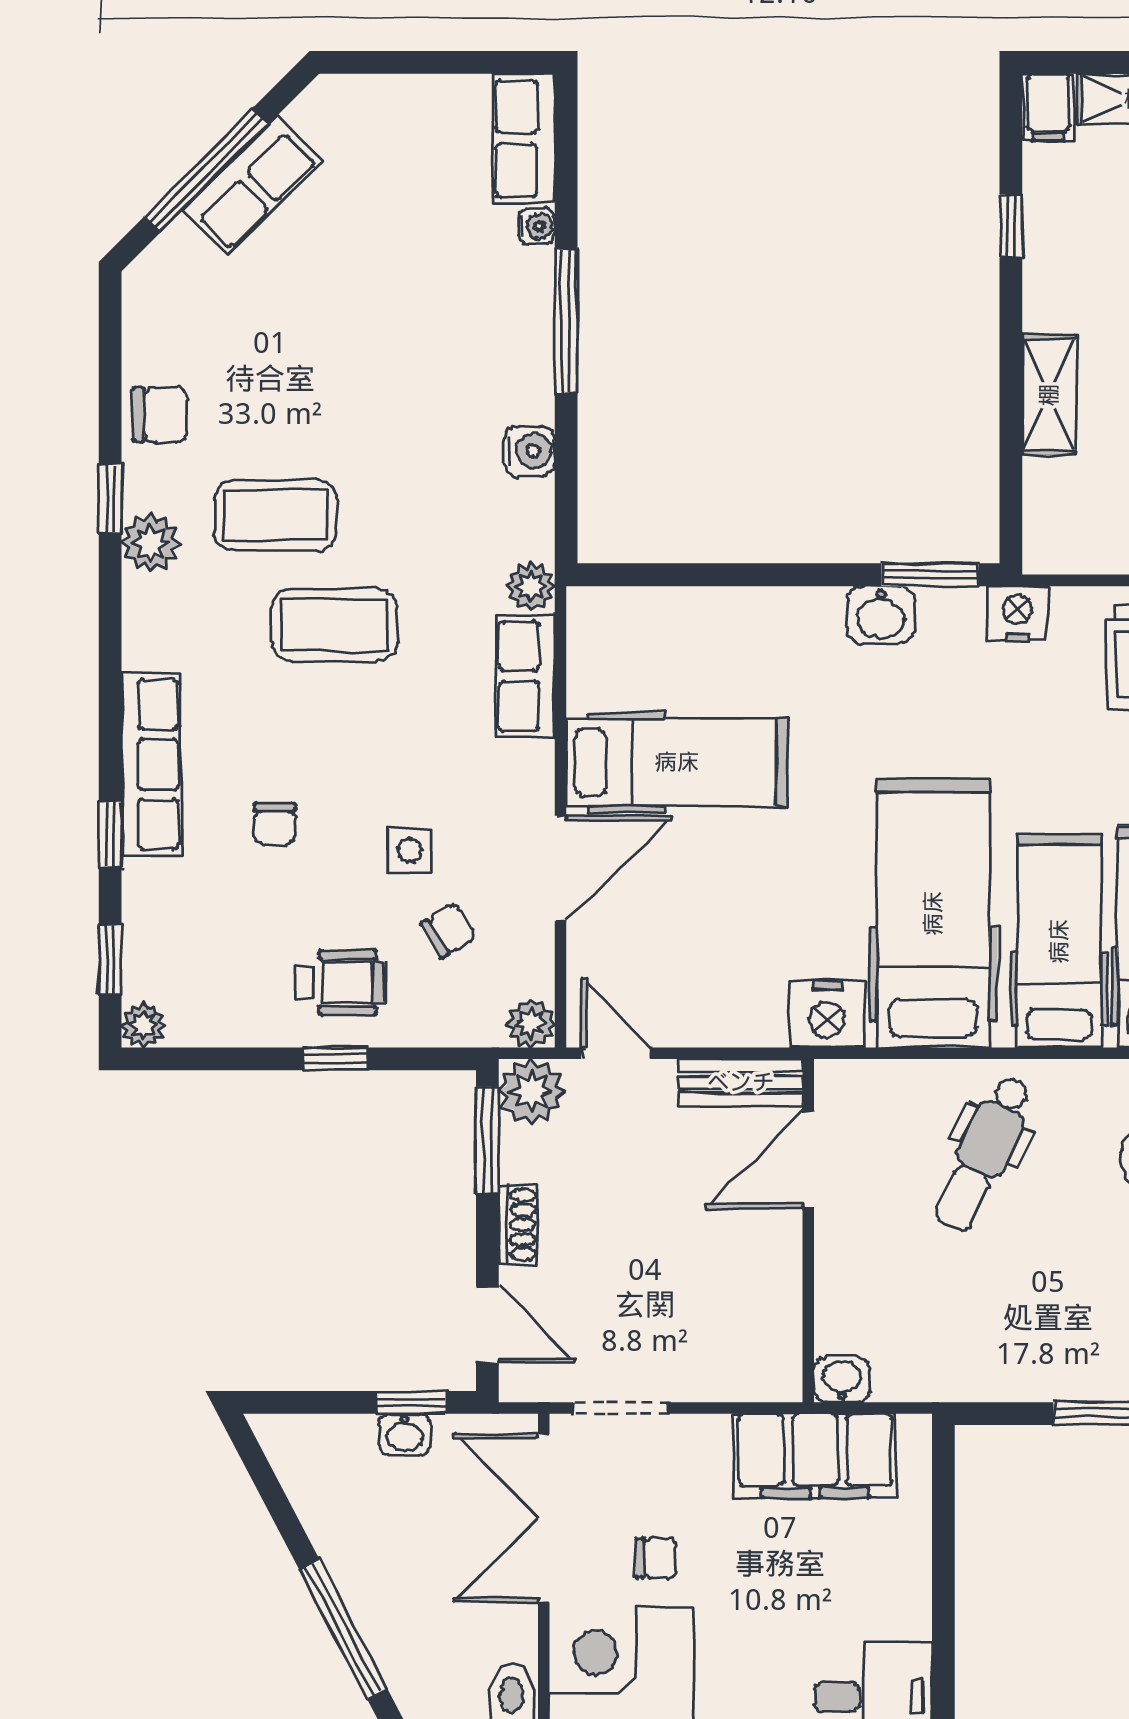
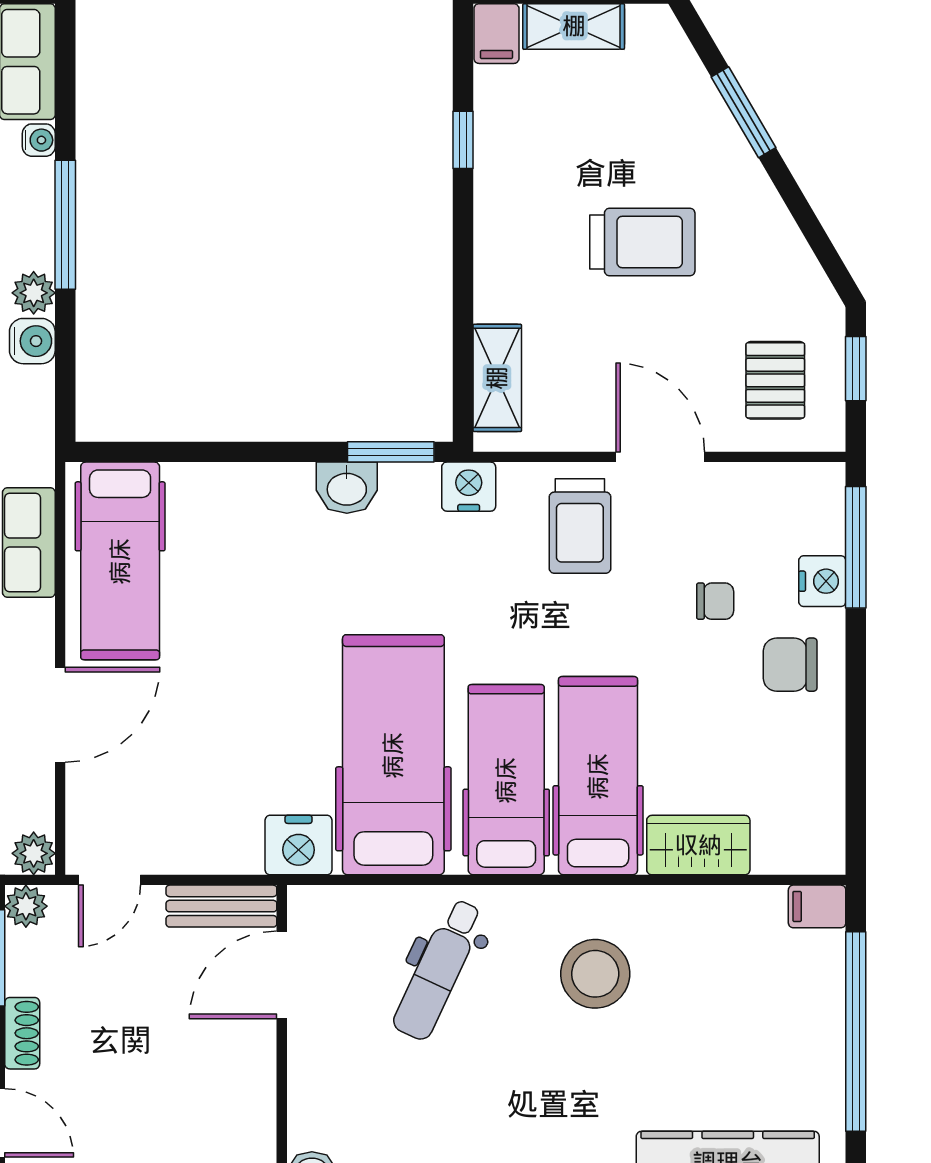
shelving: (1049, 395) -> (497, 378), moved
plant: (531, 586) -> (34, 293), moved
hospital bed: (677, 762) -> (120, 561), moved, turned 90
door: (616, 1053) -> (110, 880), swing flipped
plant: (531, 1092) -> (26, 906), width x0.73, depth x0.73

